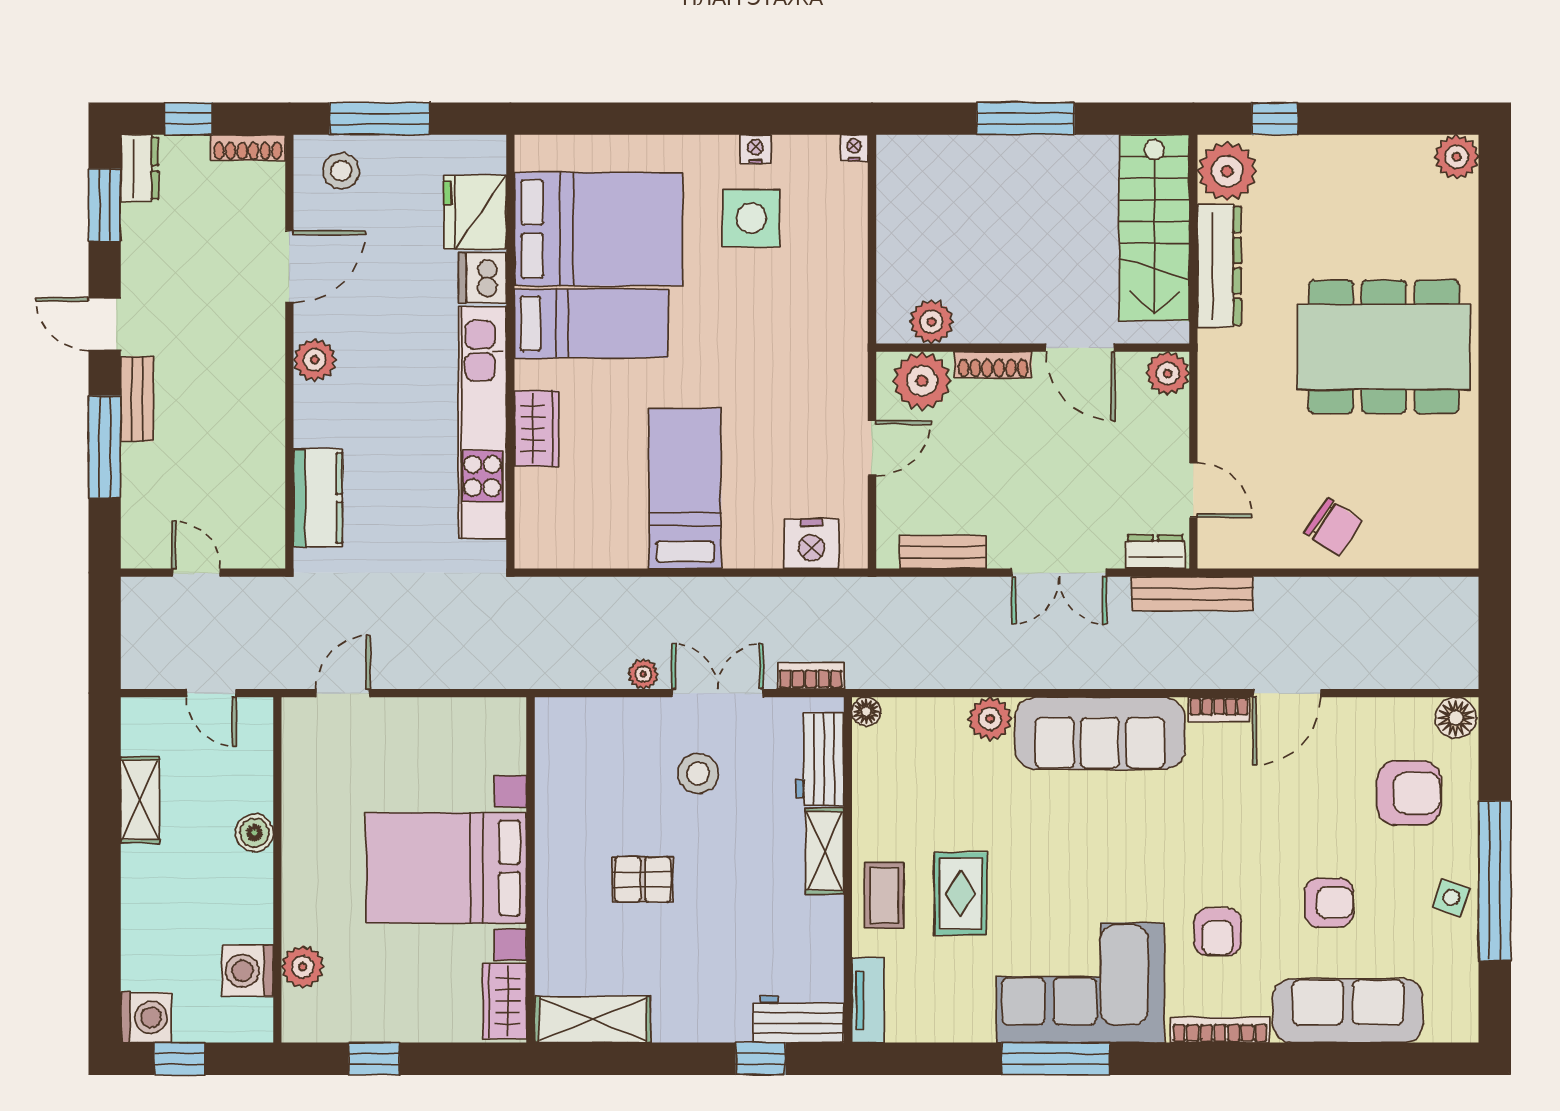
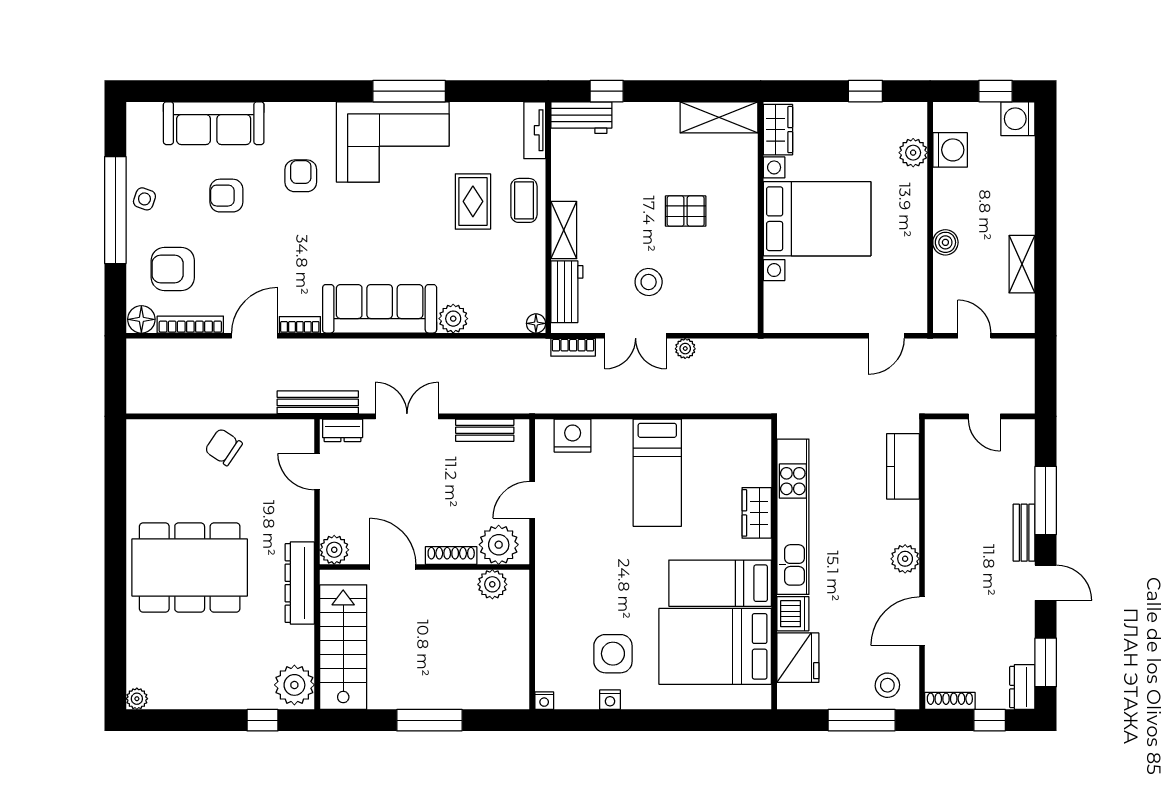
plant: (1457, 157) -> (137, 699), width x0.73, depth x0.73
dresser: (1219, 266) -> (300, 583), moved
bookcase: (1220, 1030) -> (190, 325), moved, turned 180

